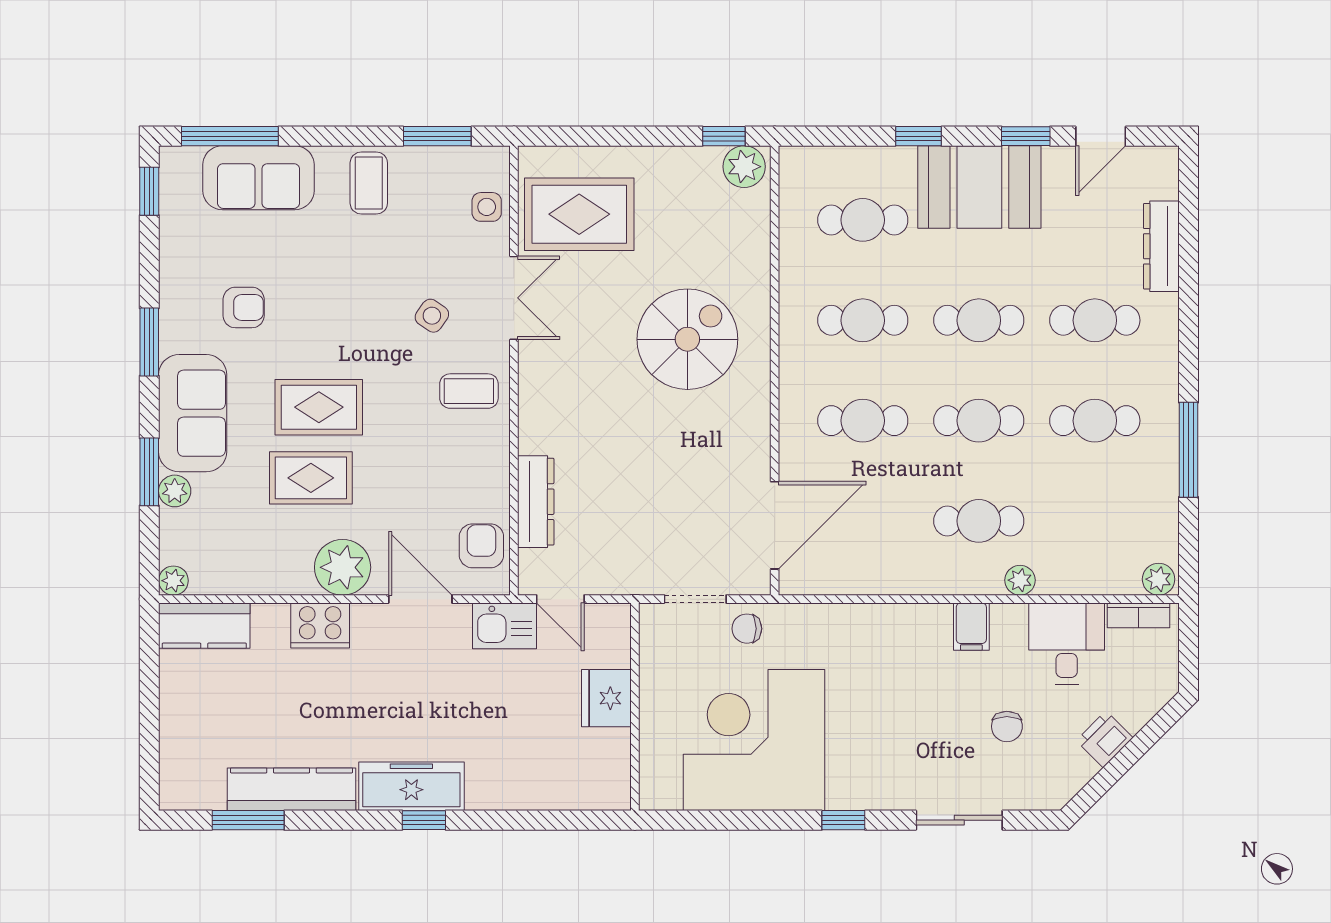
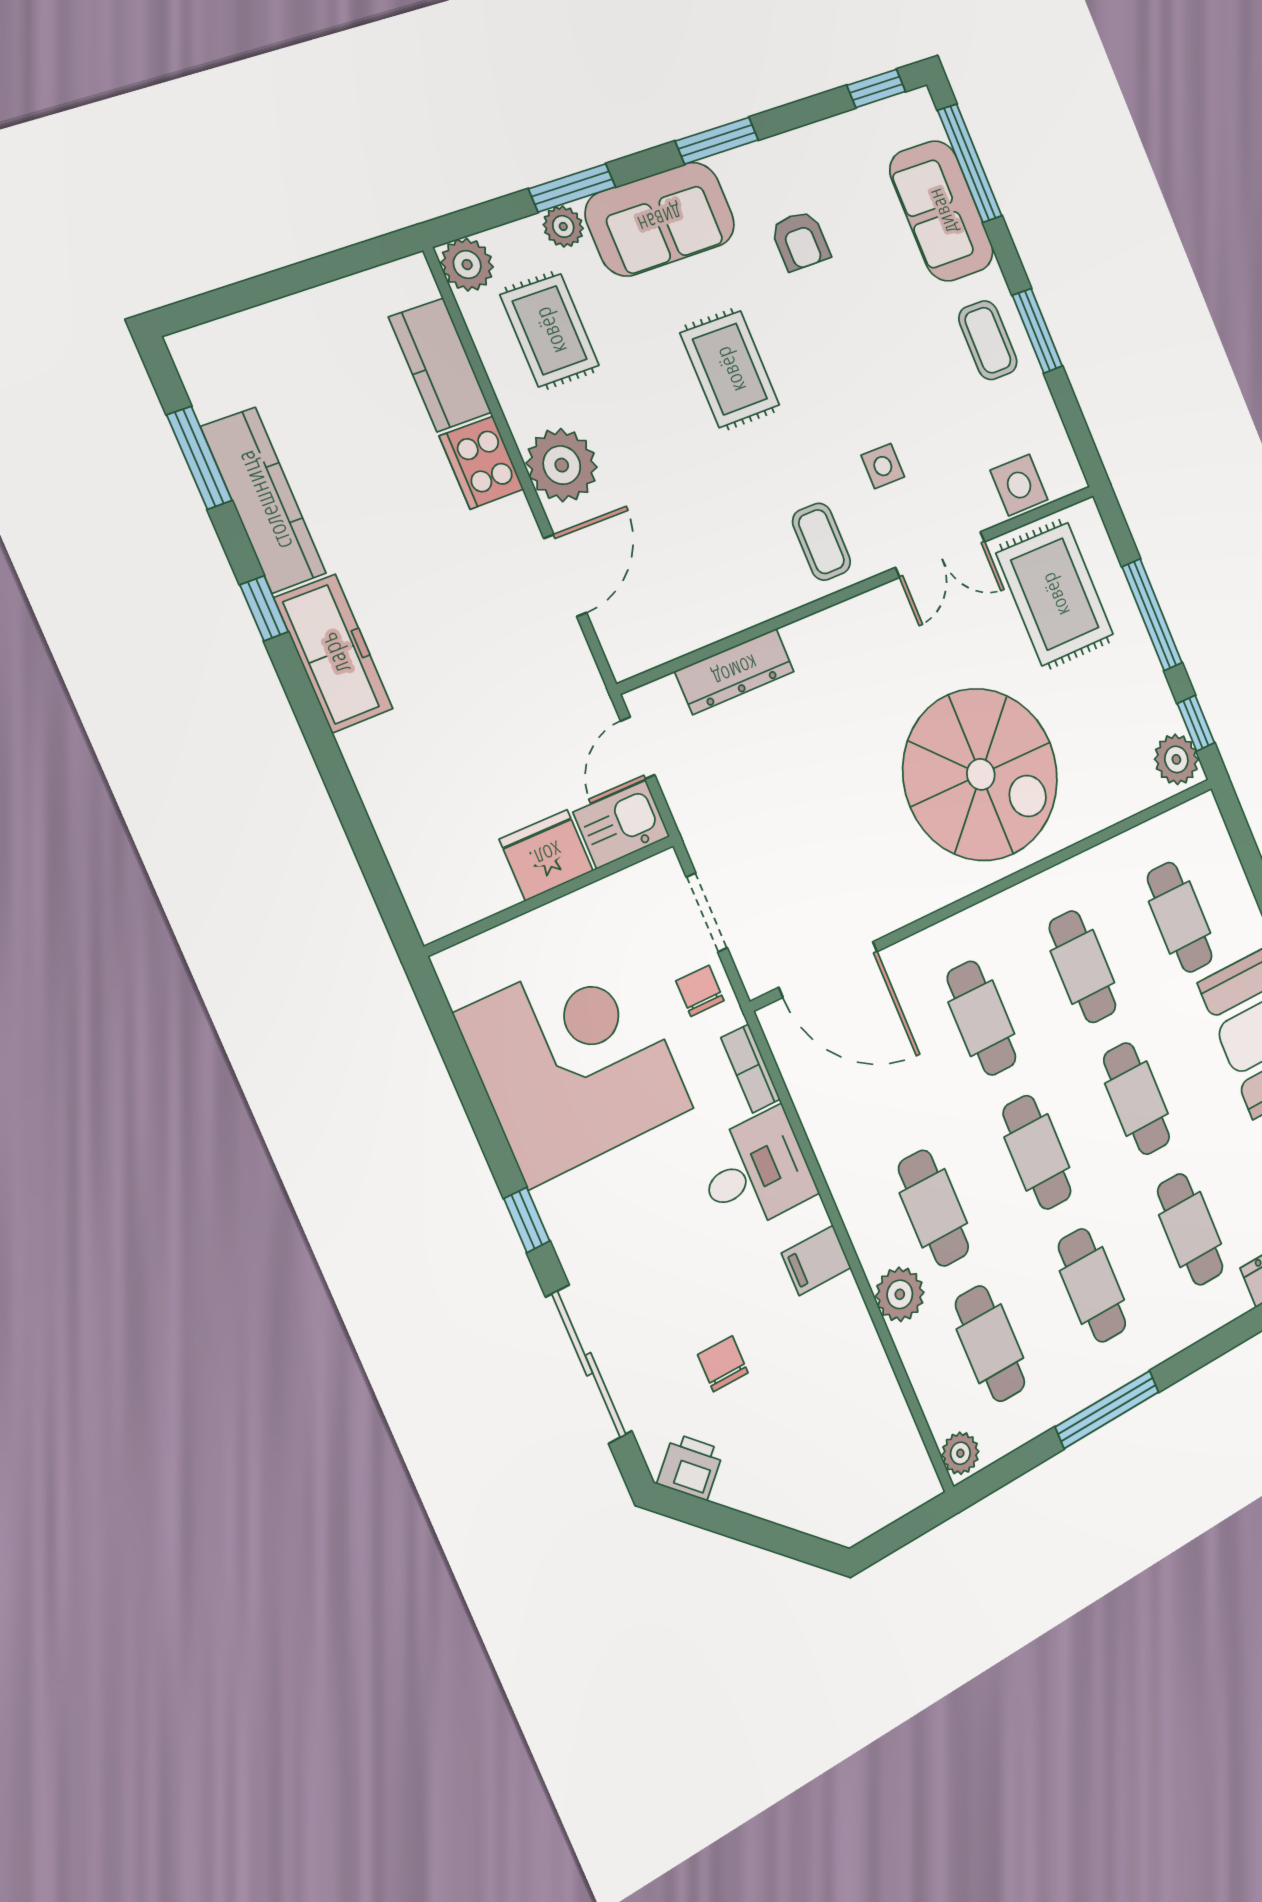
window: (437, 136) -> (1037, 331), moved
window: (627, 136) -> (1152, 615), added
coffee table: (369, 183) -> (988, 340), turned 90
side table: (487, 207) -> (1019, 485), width x1.37, depth x1.37
side table: (432, 316) -> (883, 466), turned -35
spiral stairs: (687, 339) -> (981, 774), width x1.37, depth x1.37
rug: (311, 478) -> (550, 330), moved
cafe table: (1095, 521) -> (990, 1344), added
armchair: (481, 546) -> (658, 626), removed
plant: (1020, 580) -> (900, 1294), width x1.38, depth x1.38
plant: (173, 581) -> (467, 265), width x1.38, depth x1.38
bookcase: (1139, 615) -> (751, 1069), moved
kitchen counter: (204, 626) -> (440, 365), moved
kitchen sink: (505, 626) -> (621, 824), moved, turned 90
desk: (1067, 644) -> (756, 1171), moved
chair: (1007, 726) -> (723, 1364), turned 90
printer: (1105, 739) -> (690, 1467), moved
window: (424, 820) -> (264, 608), moved
sliding door: (959, 820) -> (589, 1364), width x1.37

